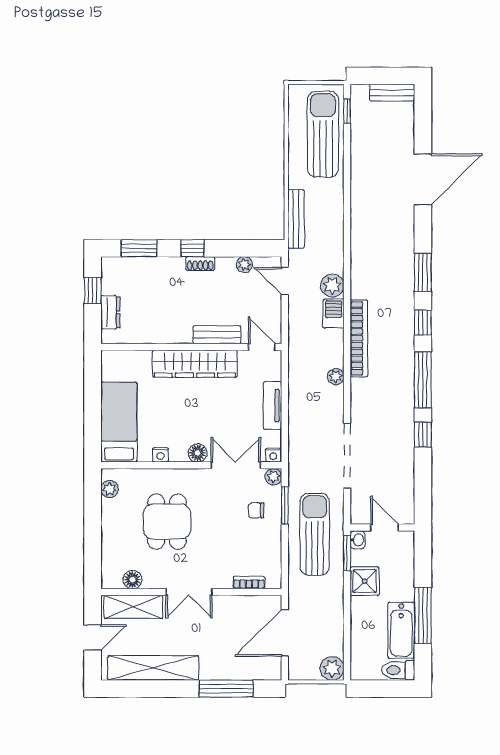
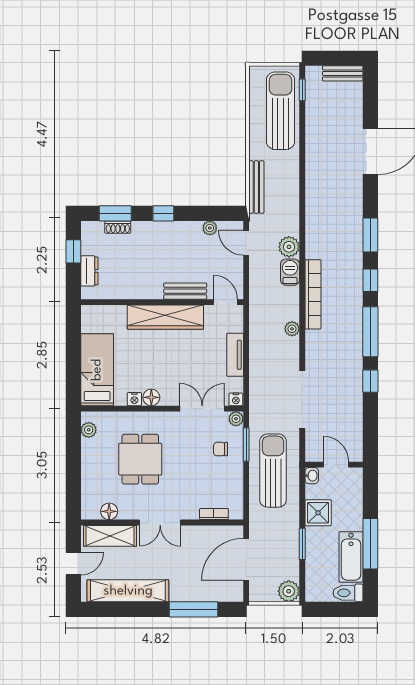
shoe rack: (200, 264) -> (118, 227), moved
floor lamp: (198, 453) -> (151, 397), moved
window: (347, 553) -> (302, 544), moved

